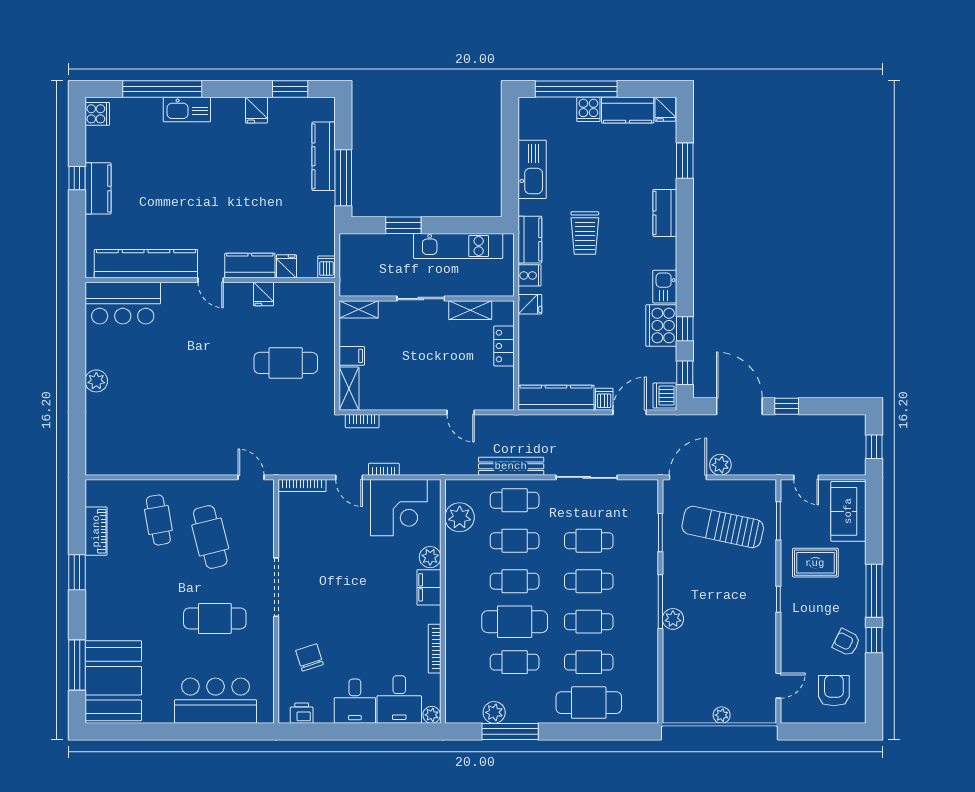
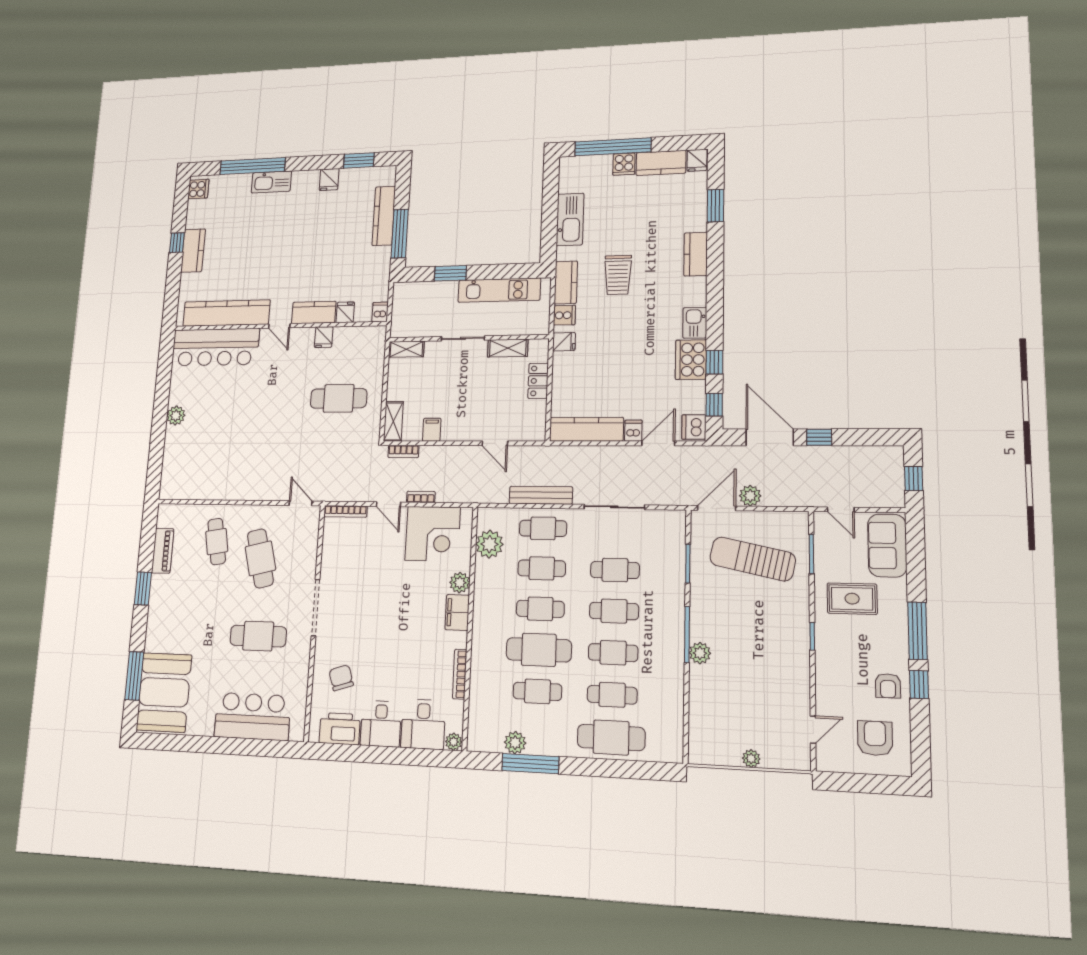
bar counter: (123, 303) -> (215, 347), width x1.36
filing cabinet: (352, 356) -> (432, 430), moved, turned -90
armchair: (846, 642) -> (888, 686), turned -117
printer: (302, 713) -> (340, 729), width x1.87, depth x1.48

